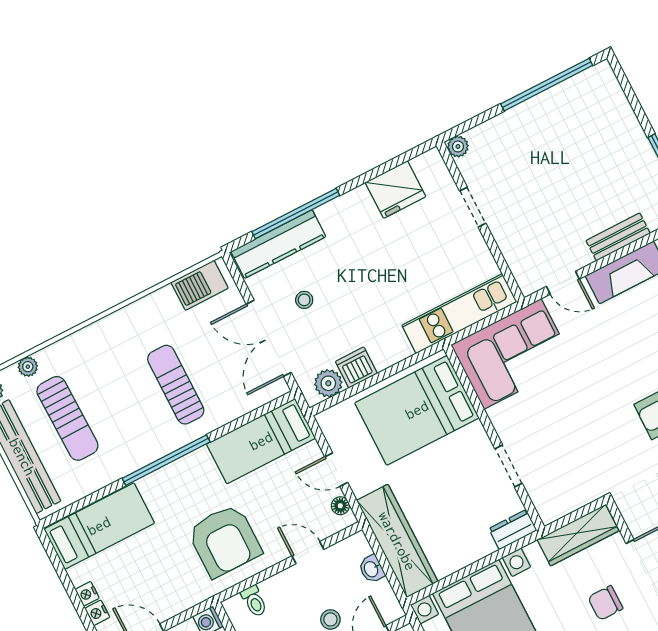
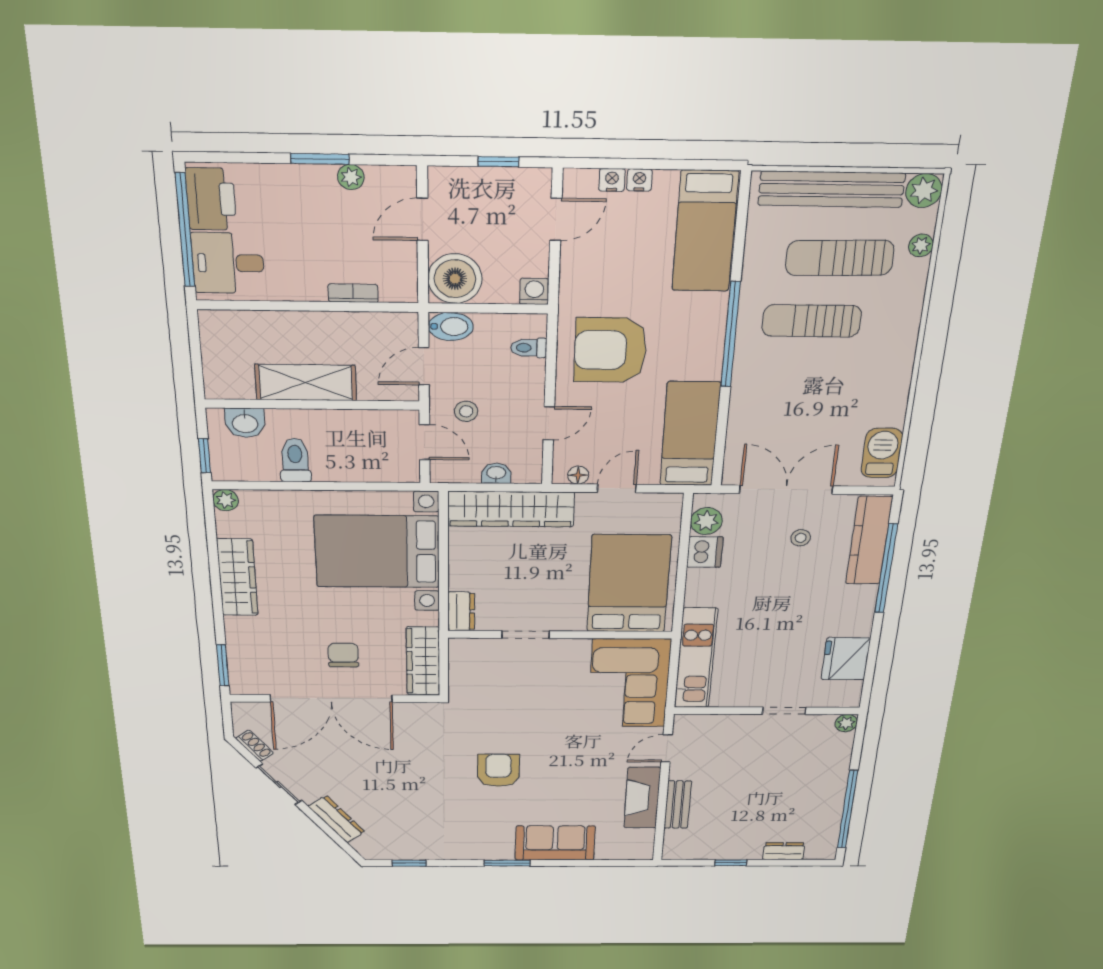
dresser: (621, 111) -> (784, 851), added
sun lounger: (176, 385) -> (812, 321), moved, turned 180

